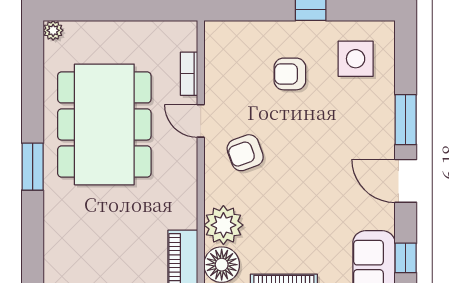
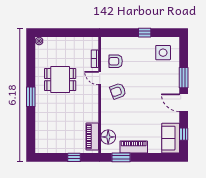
armchair: (290, 74) -> (116, 61), moved
dining table: (104, 124) -> (60, 80), width x0.53, depth x0.80
plant: (223, 225) -> (109, 121), removed

